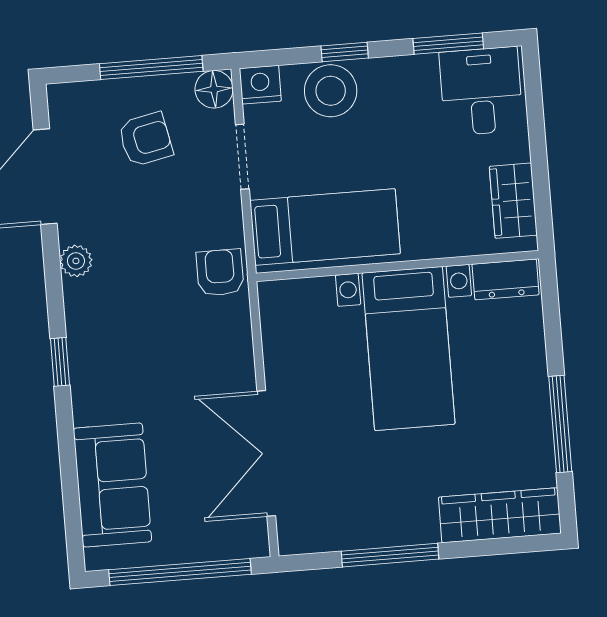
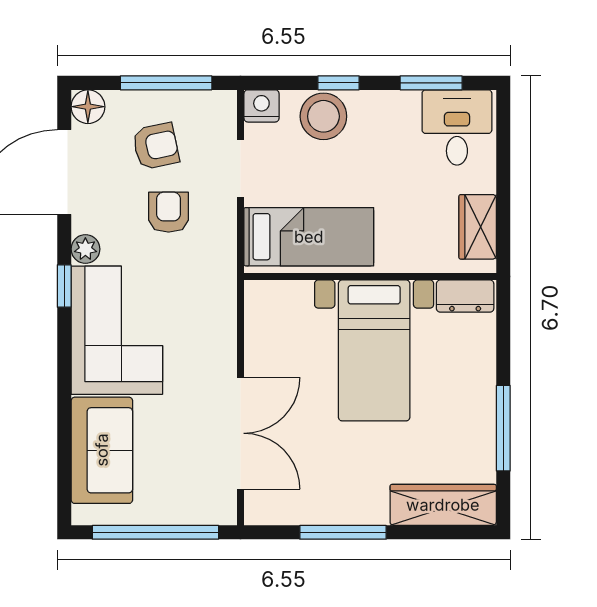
floor lamp: (214, 89) -> (88, 107), moved
armchair: (220, 273) -> (169, 212), moved
corner sofa: (118, 349) -> (117, 330), added
window: (60, 362) -> (64, 286), moved
double door: (266, 453) -> (241, 433), swing flipped

